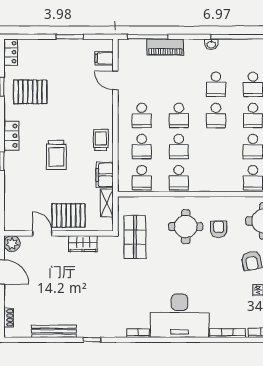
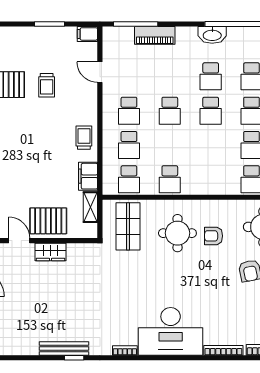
washbasin: (211, 44) -> (212, 35), width x1.91, depth x1.45
filing cabinet: (104, 58) -> (87, 34), moved
school desk: (179, 147) -> (170, 145), removed
trolley: (56, 155) -> (47, 85), moved, width x0.73, depth x0.72
armchair: (219, 229) -> (214, 236), turned -90
shop shelf: (135, 237) -> (128, 226), moved
wardrobe: (83, 244) -> (51, 252), moved
bench: (54, 331) -> (64, 349), moved

